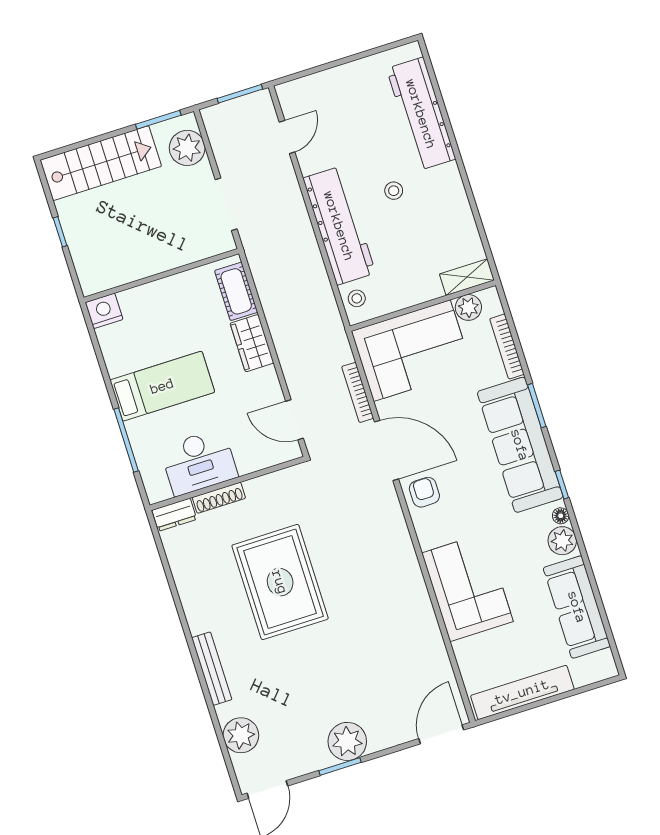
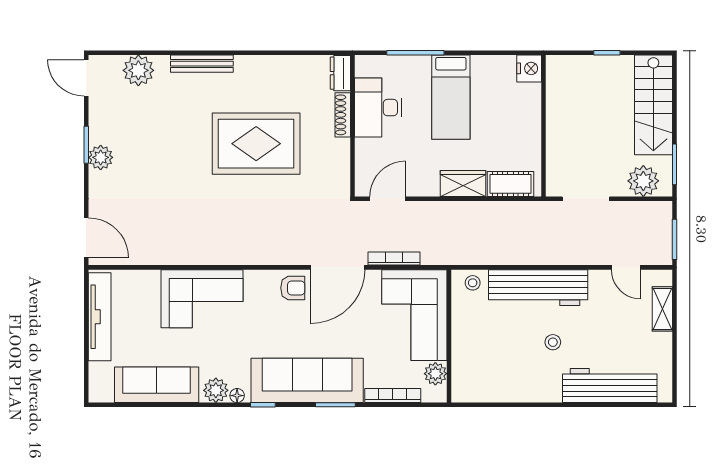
shelving: (467, 277) -> (662, 309), moved
plant: (347, 741) -> (101, 157), width x0.73, depth x0.73

